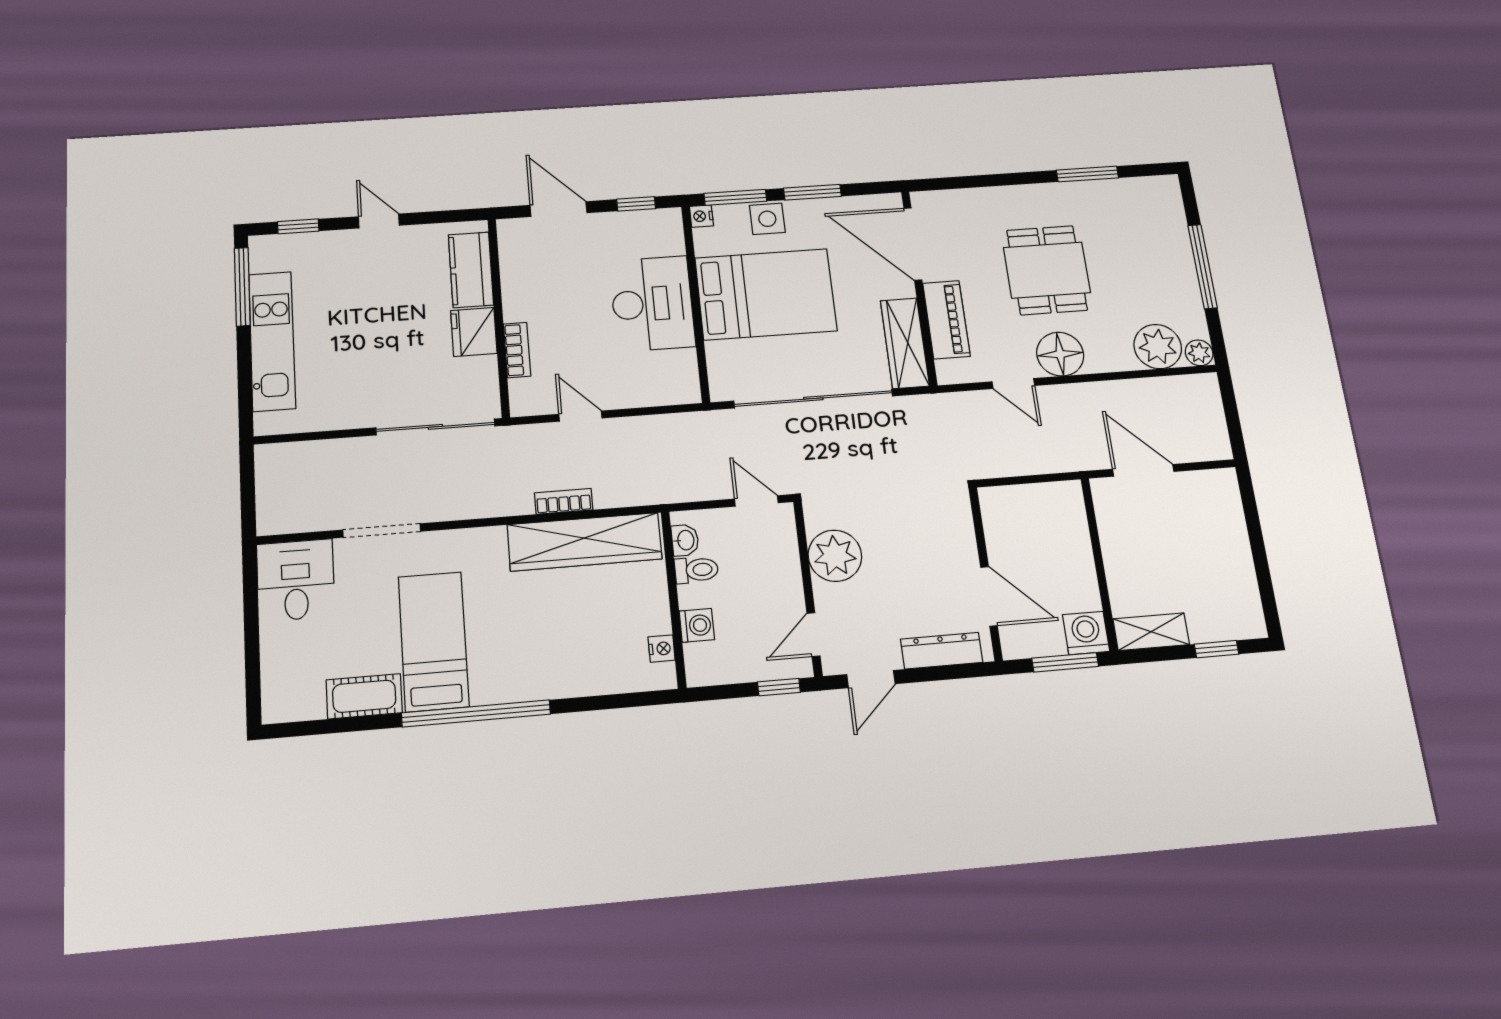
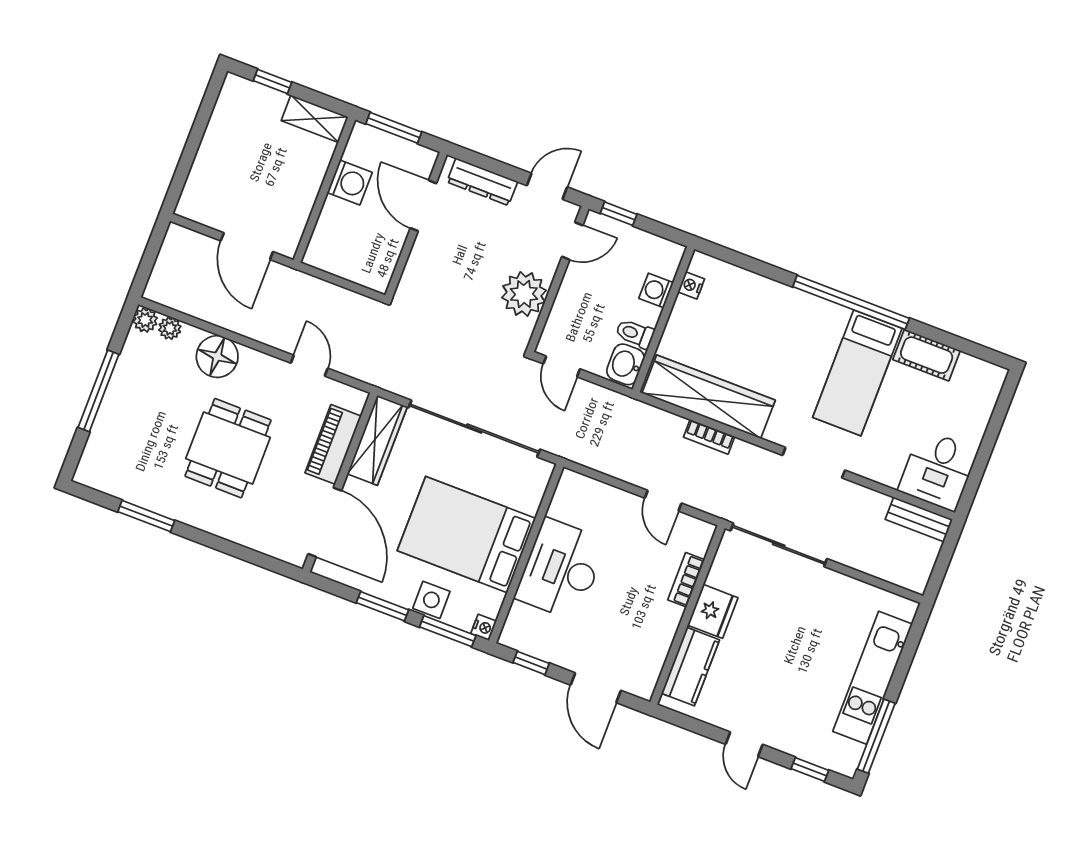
plant: (1158, 347) -> (170, 328), width x0.53, depth x0.53
floor lamp: (1060, 354) -> (217, 357), moved
bench: (294, 520) -> (919, 519), added
doorway: (382, 531) -> (814, 463), moved
washbasin: (685, 540) -> (625, 364), width x1.38, depth x1.45
washing machine: (1086, 633) -> (350, 182), moved, turned -90

